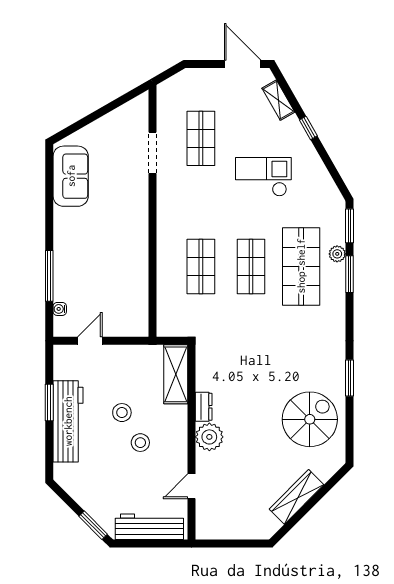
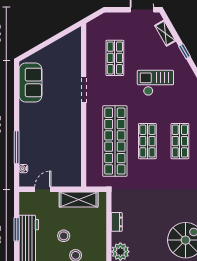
doorway: (153, 153) -> (84, 89), moved
shop shelf: (201, 266) -> (115, 141), width x2.00, depth x1.36
shop shelf: (301, 266) -> (180, 141), width x0.70, depth x0.74
shelving: (176, 374) -> (79, 199), moved, turned 90
dresser: (204, 407) -> (117, 222), moved

